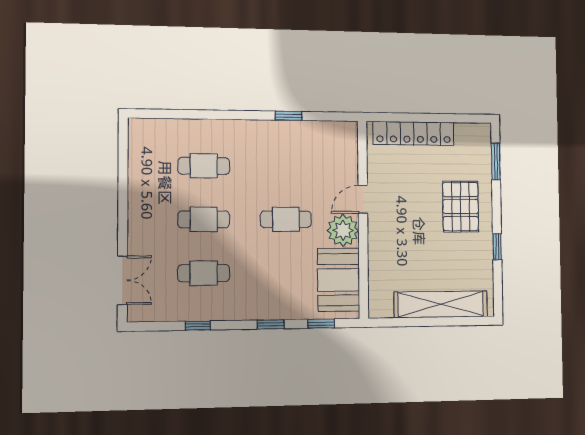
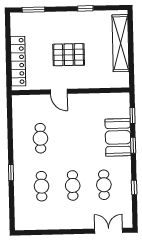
window: (289, 116) -> (11, 173), moved
pallet: (461, 207) -> (69, 55), moved
cafe table: (286, 219) -> (40, 138), moved
plant: (343, 230) -> (77, 103), removed
booth: (339, 280) -> (118, 137), moved, turned 90

